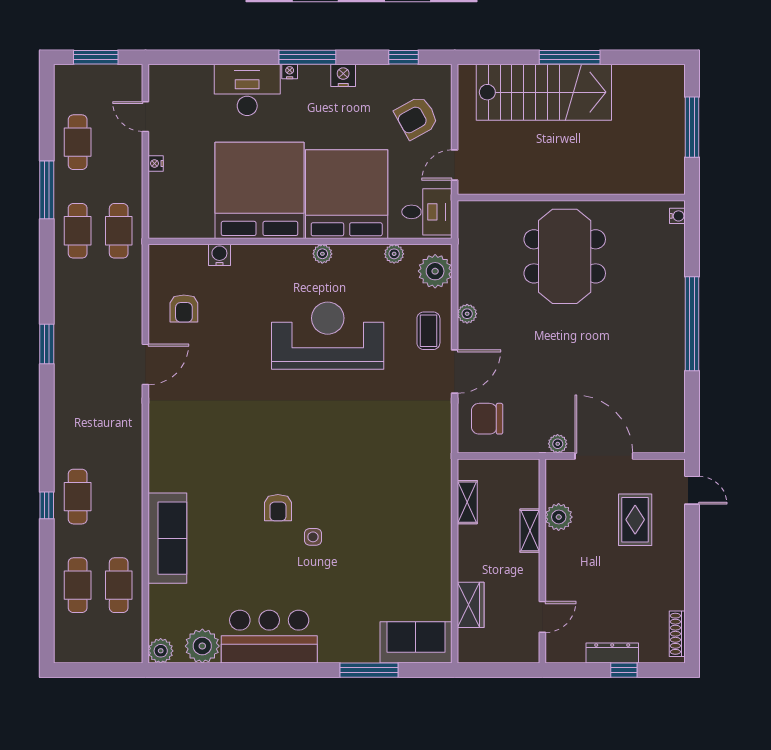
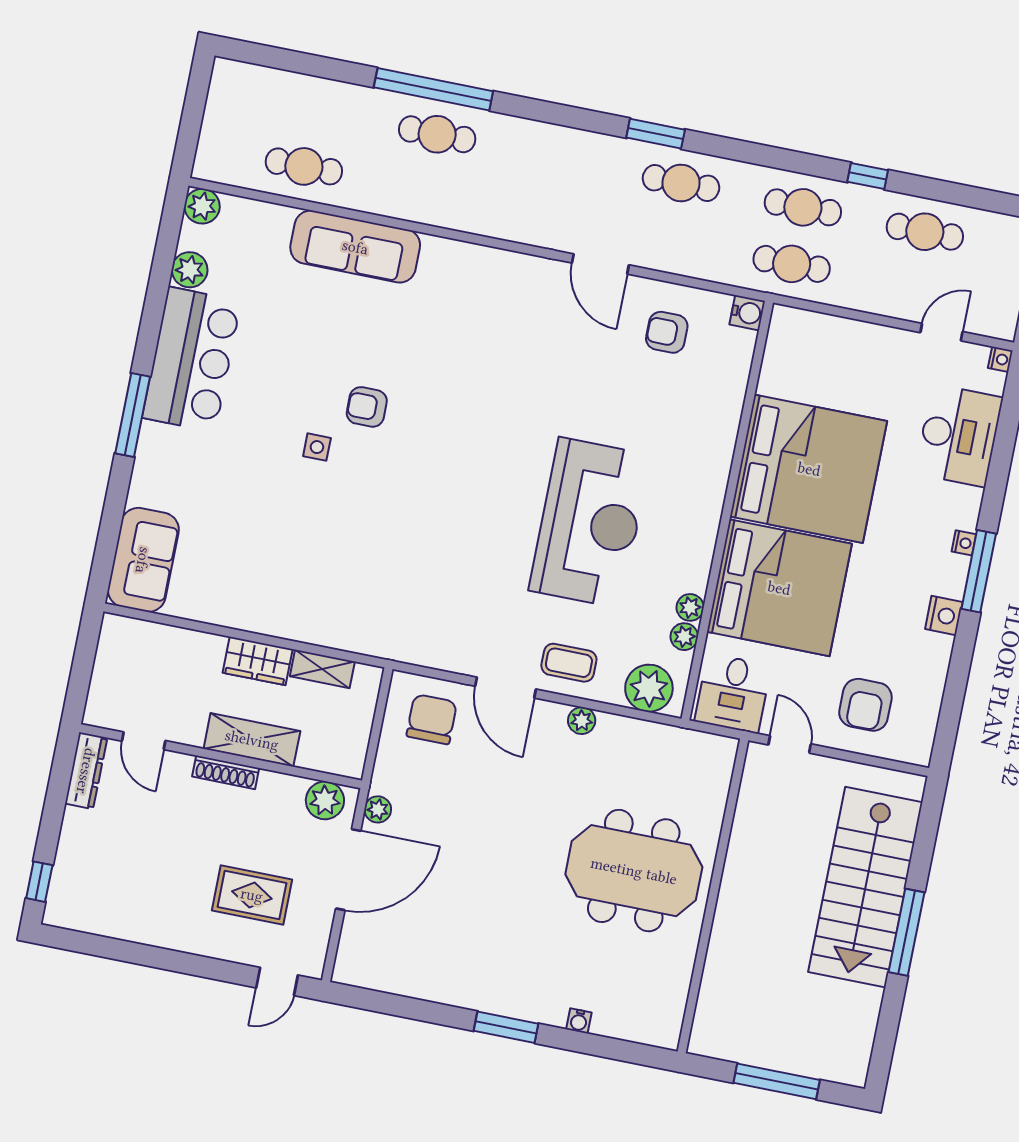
window: (404, 57) -> (952, 704), removed
desk: (247, 90) -> (959, 436), moved
armchair: (416, 118) -> (865, 705), turned -151
nightstand: (156, 163) -> (1000, 359), moved, turned 90
window: (47, 190) -> (868, 176), width x0.46
water cooler: (677, 216) -> (579, 1021), moved
plant: (322, 254) -> (690, 607), moved
water cooler: (219, 255) -> (747, 313), moved
window: (692, 324) -> (506, 1027), width x0.47
window: (47, 505) -> (433, 89), width x3.17
plant: (559, 517) -> (325, 800), moved
shelving: (530, 531) -> (252, 740), width x1.50, depth x1.33
cafe table: (78, 585) -> (681, 183), moved
wardrobe: (471, 605) -> (258, 661), moved
shoe rack: (677, 634) -> (226, 772), moved, turned 180
plant: (202, 646) -> (190, 270), width x0.73, depth x0.73
dresser: (612, 653) -> (86, 771), moved
window: (369, 670) -> (133, 415), moved
window: (624, 670) -> (39, 882), moved

